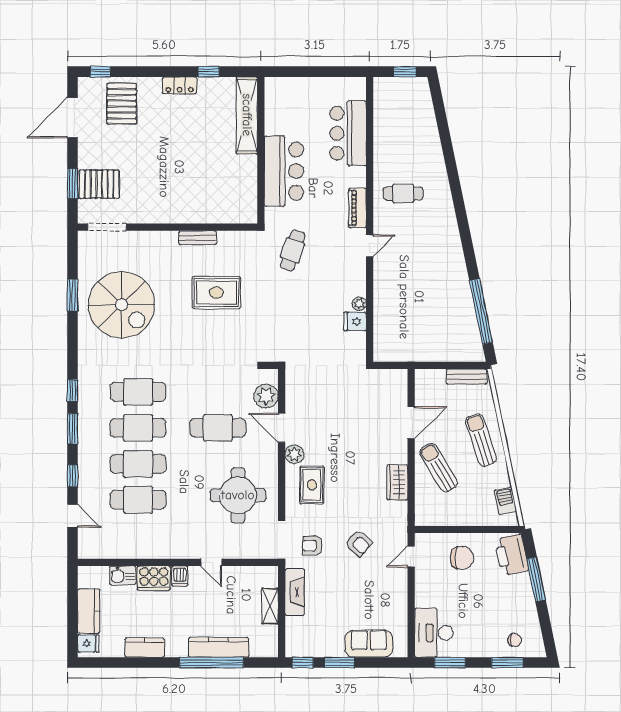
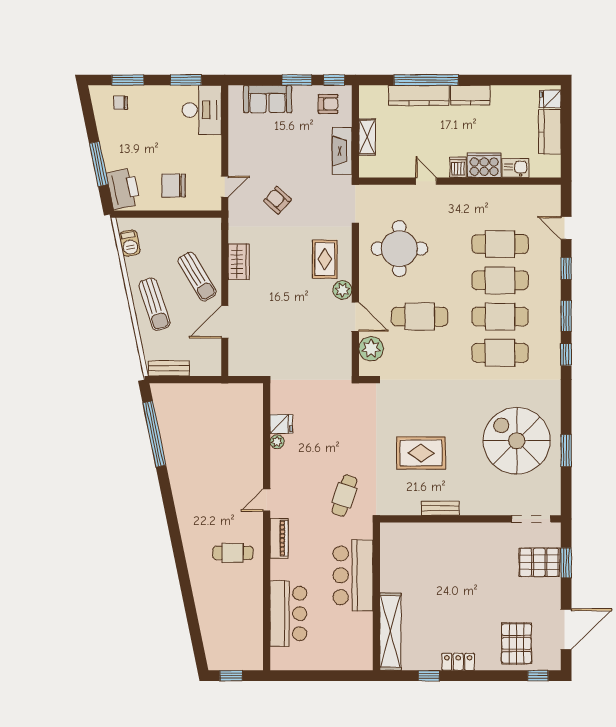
armchair: (312, 546) -> (328, 104), moved
kitchen counter: (145, 648) -> (470, 95), moved

